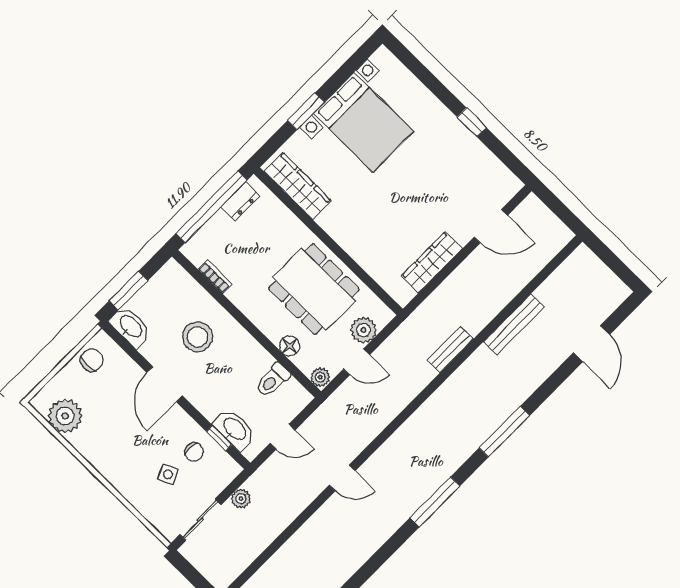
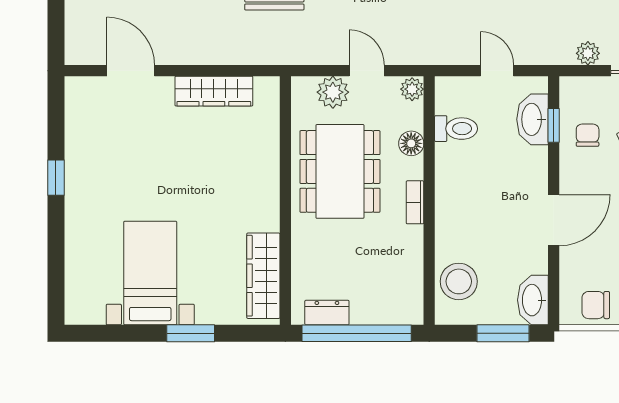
bed with nightstands: (363, 122) -> (150, 273), width x0.73
bookcase: (215, 277) -> (415, 202), moved
stool: (198, 337) -> (459, 281), moved

